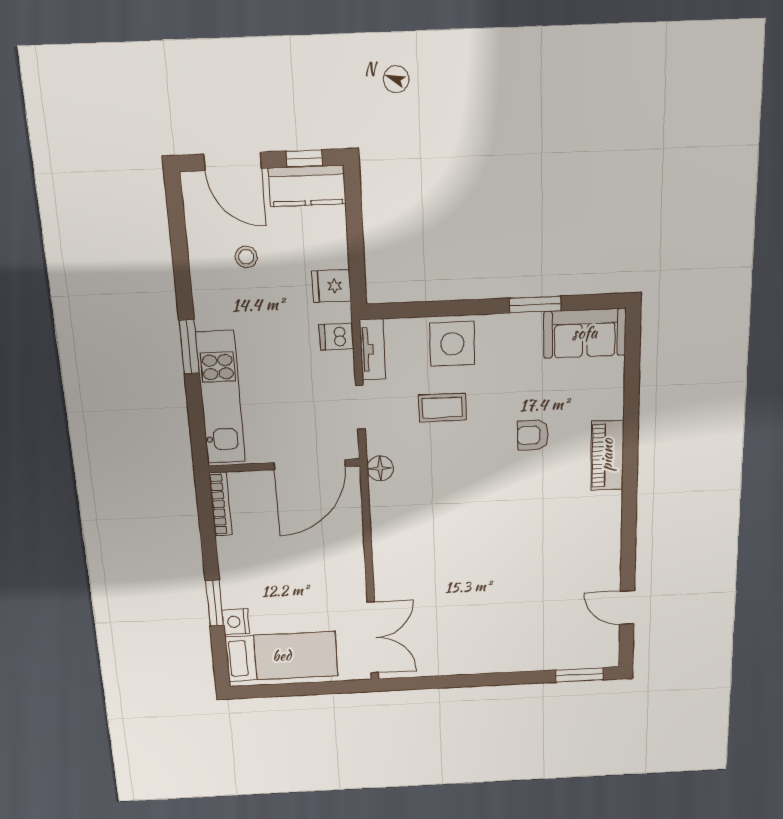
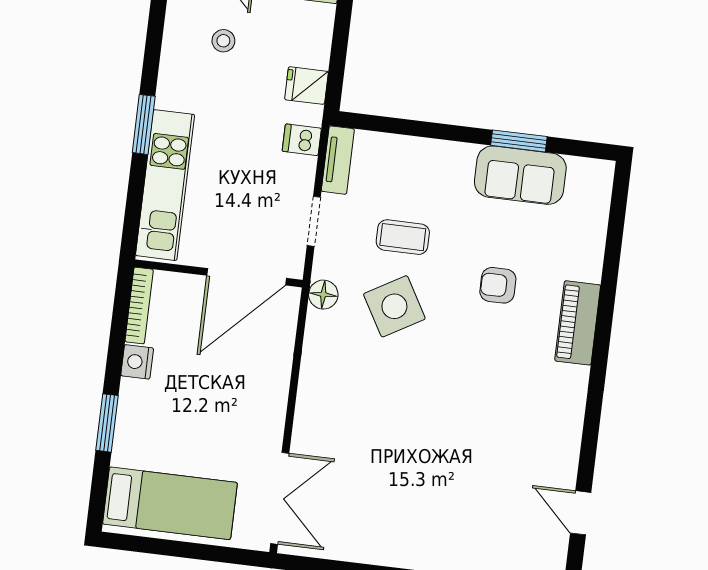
sofa: (585, 333) -> (520, 175), moved
side table: (452, 344) -> (394, 306), moved, turned -30
nightstand: (236, 622) -> (137, 362), moved

